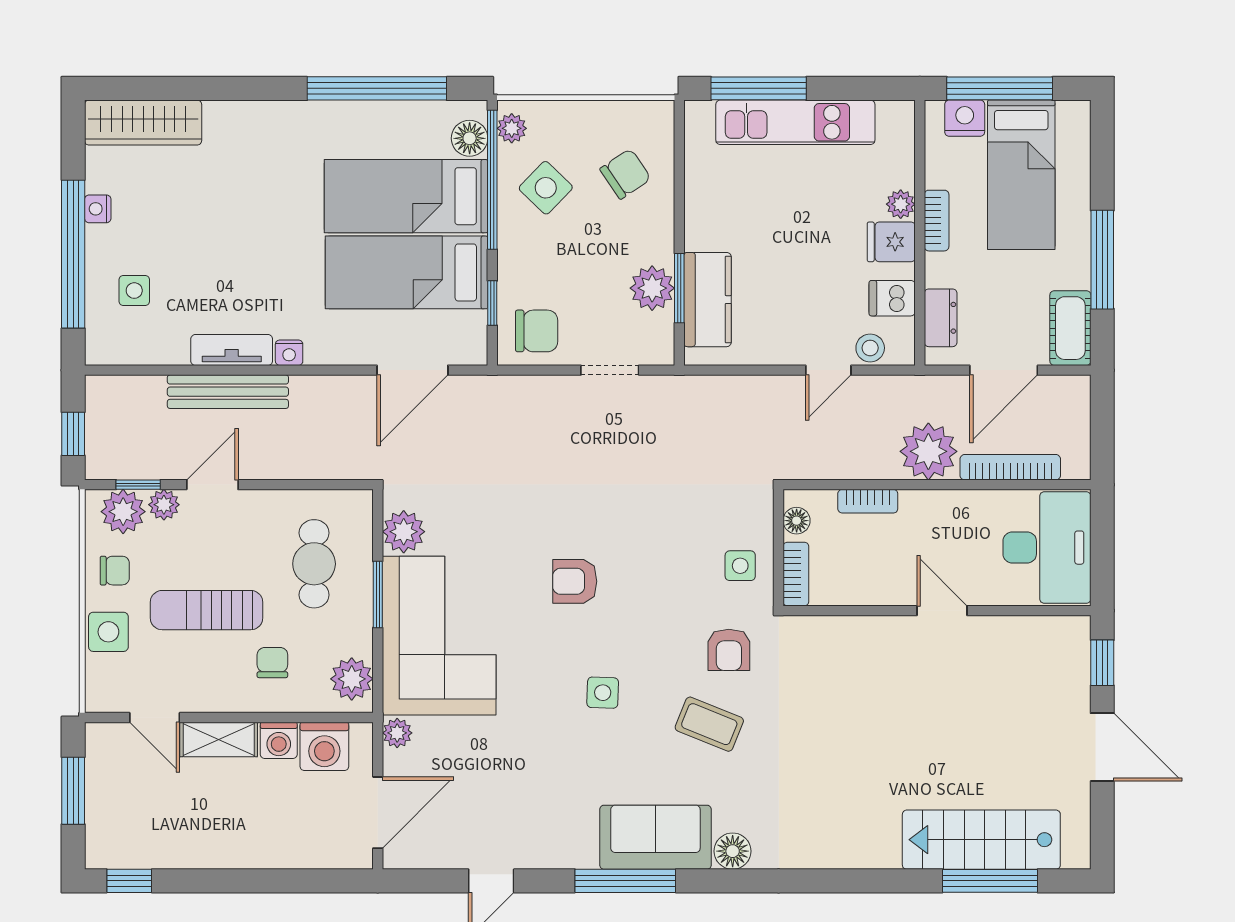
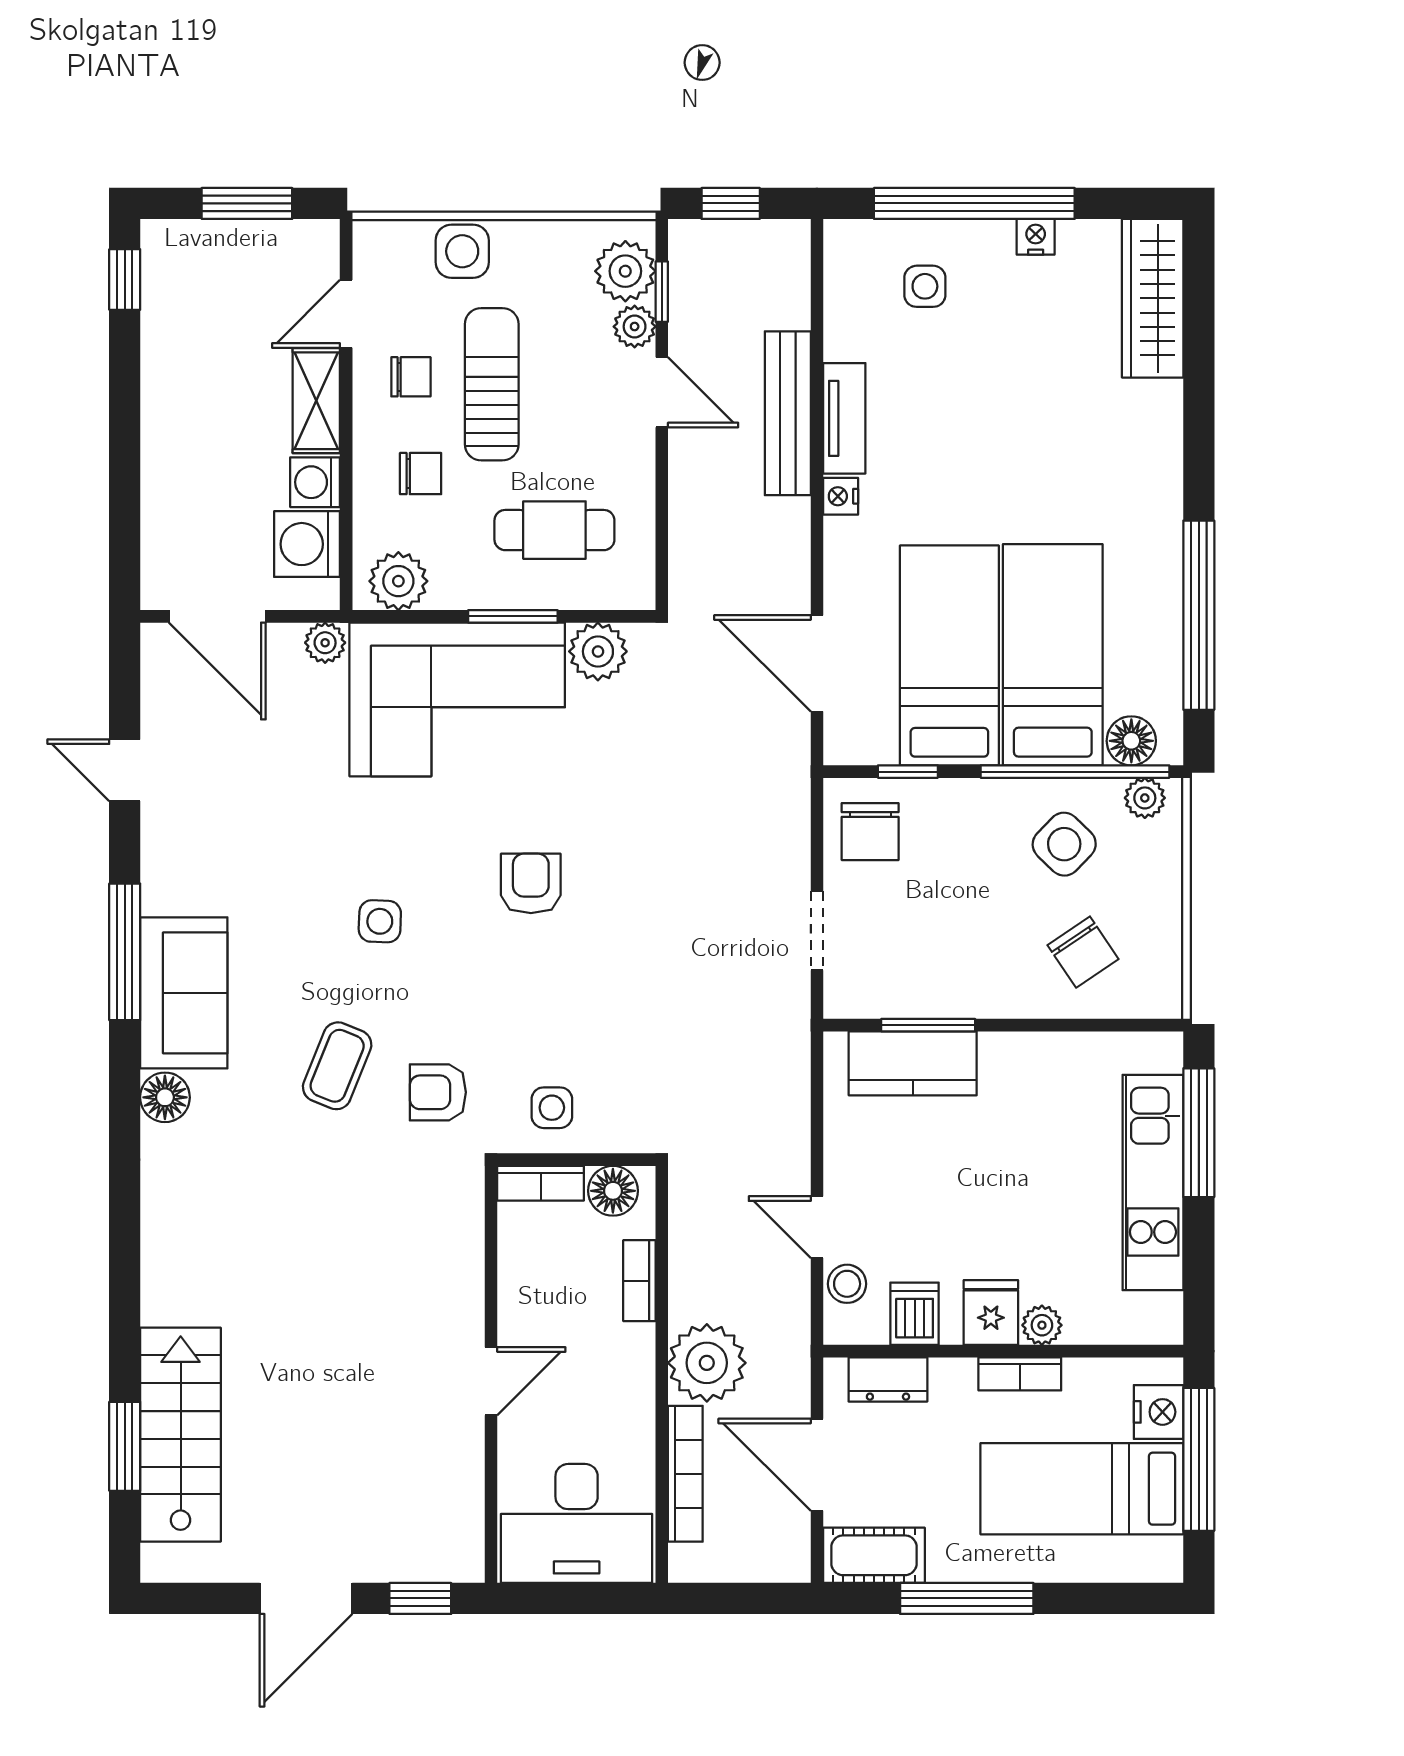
plant: (652, 288) -> (928, 988), removed
floor lamp: (797, 521) -> (613, 1191), width x1.37, depth x1.37
chair: (115, 571) -> (411, 377), moved, turned -90
window: (990, 881) -> (125, 1446), width x0.69

